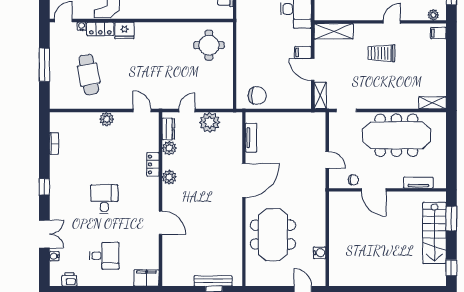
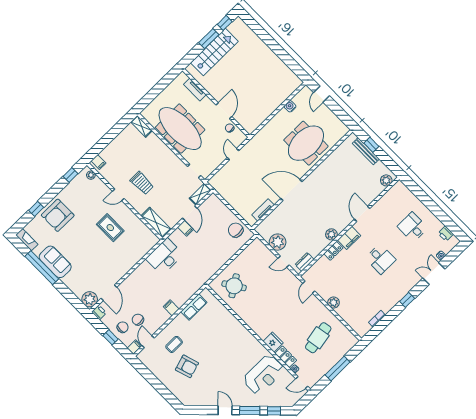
round table: (209, 45) -> (234, 286), turned -33
plant: (169, 148) -> (386, 180), moved
desk: (104, 199) -> (380, 259), turned -90
window: (451, 219) -> (209, 39), moved
filing cabinet: (146, 278) -> (349, 238), moved, turned -90

